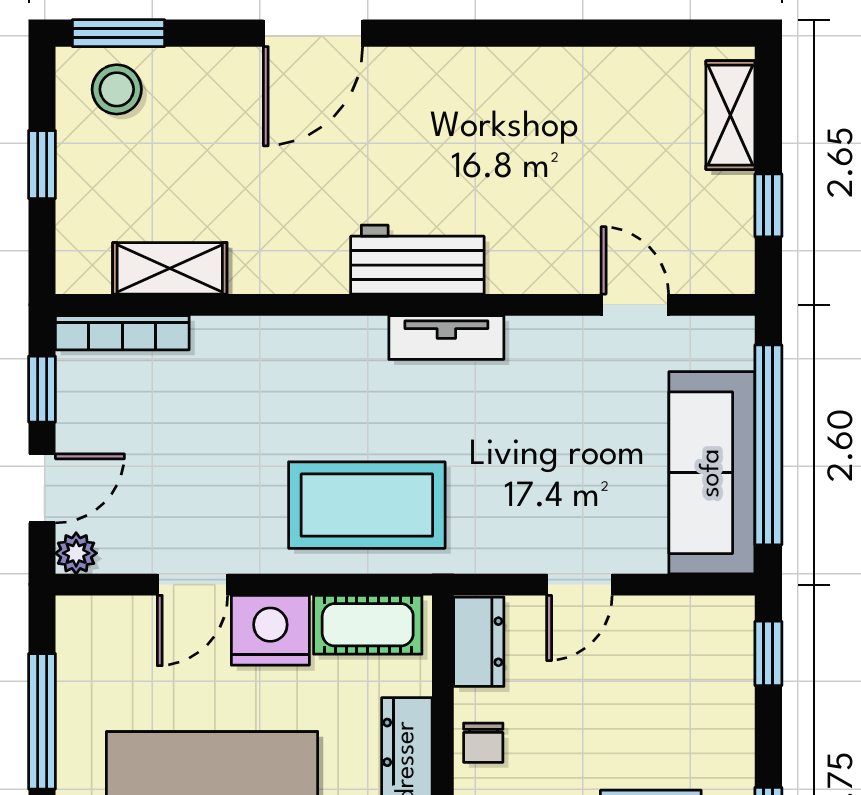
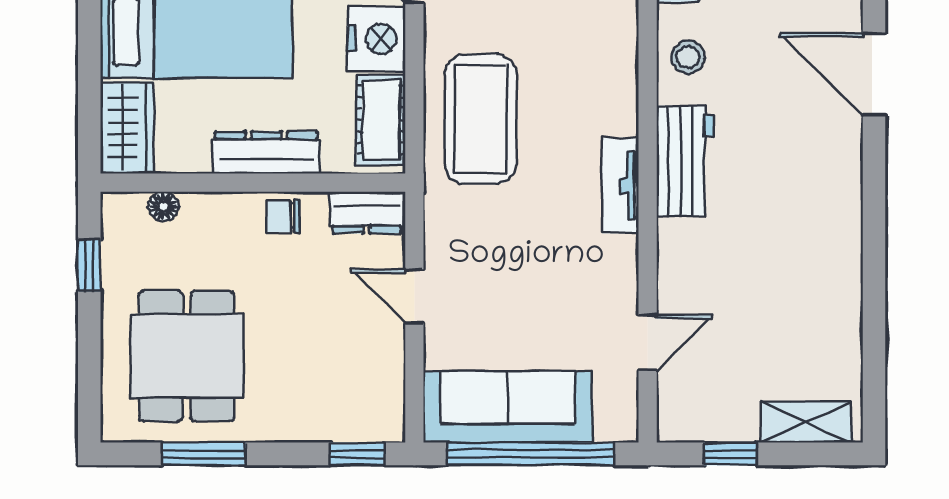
stool: (292, 256) -> (688, 57), added

